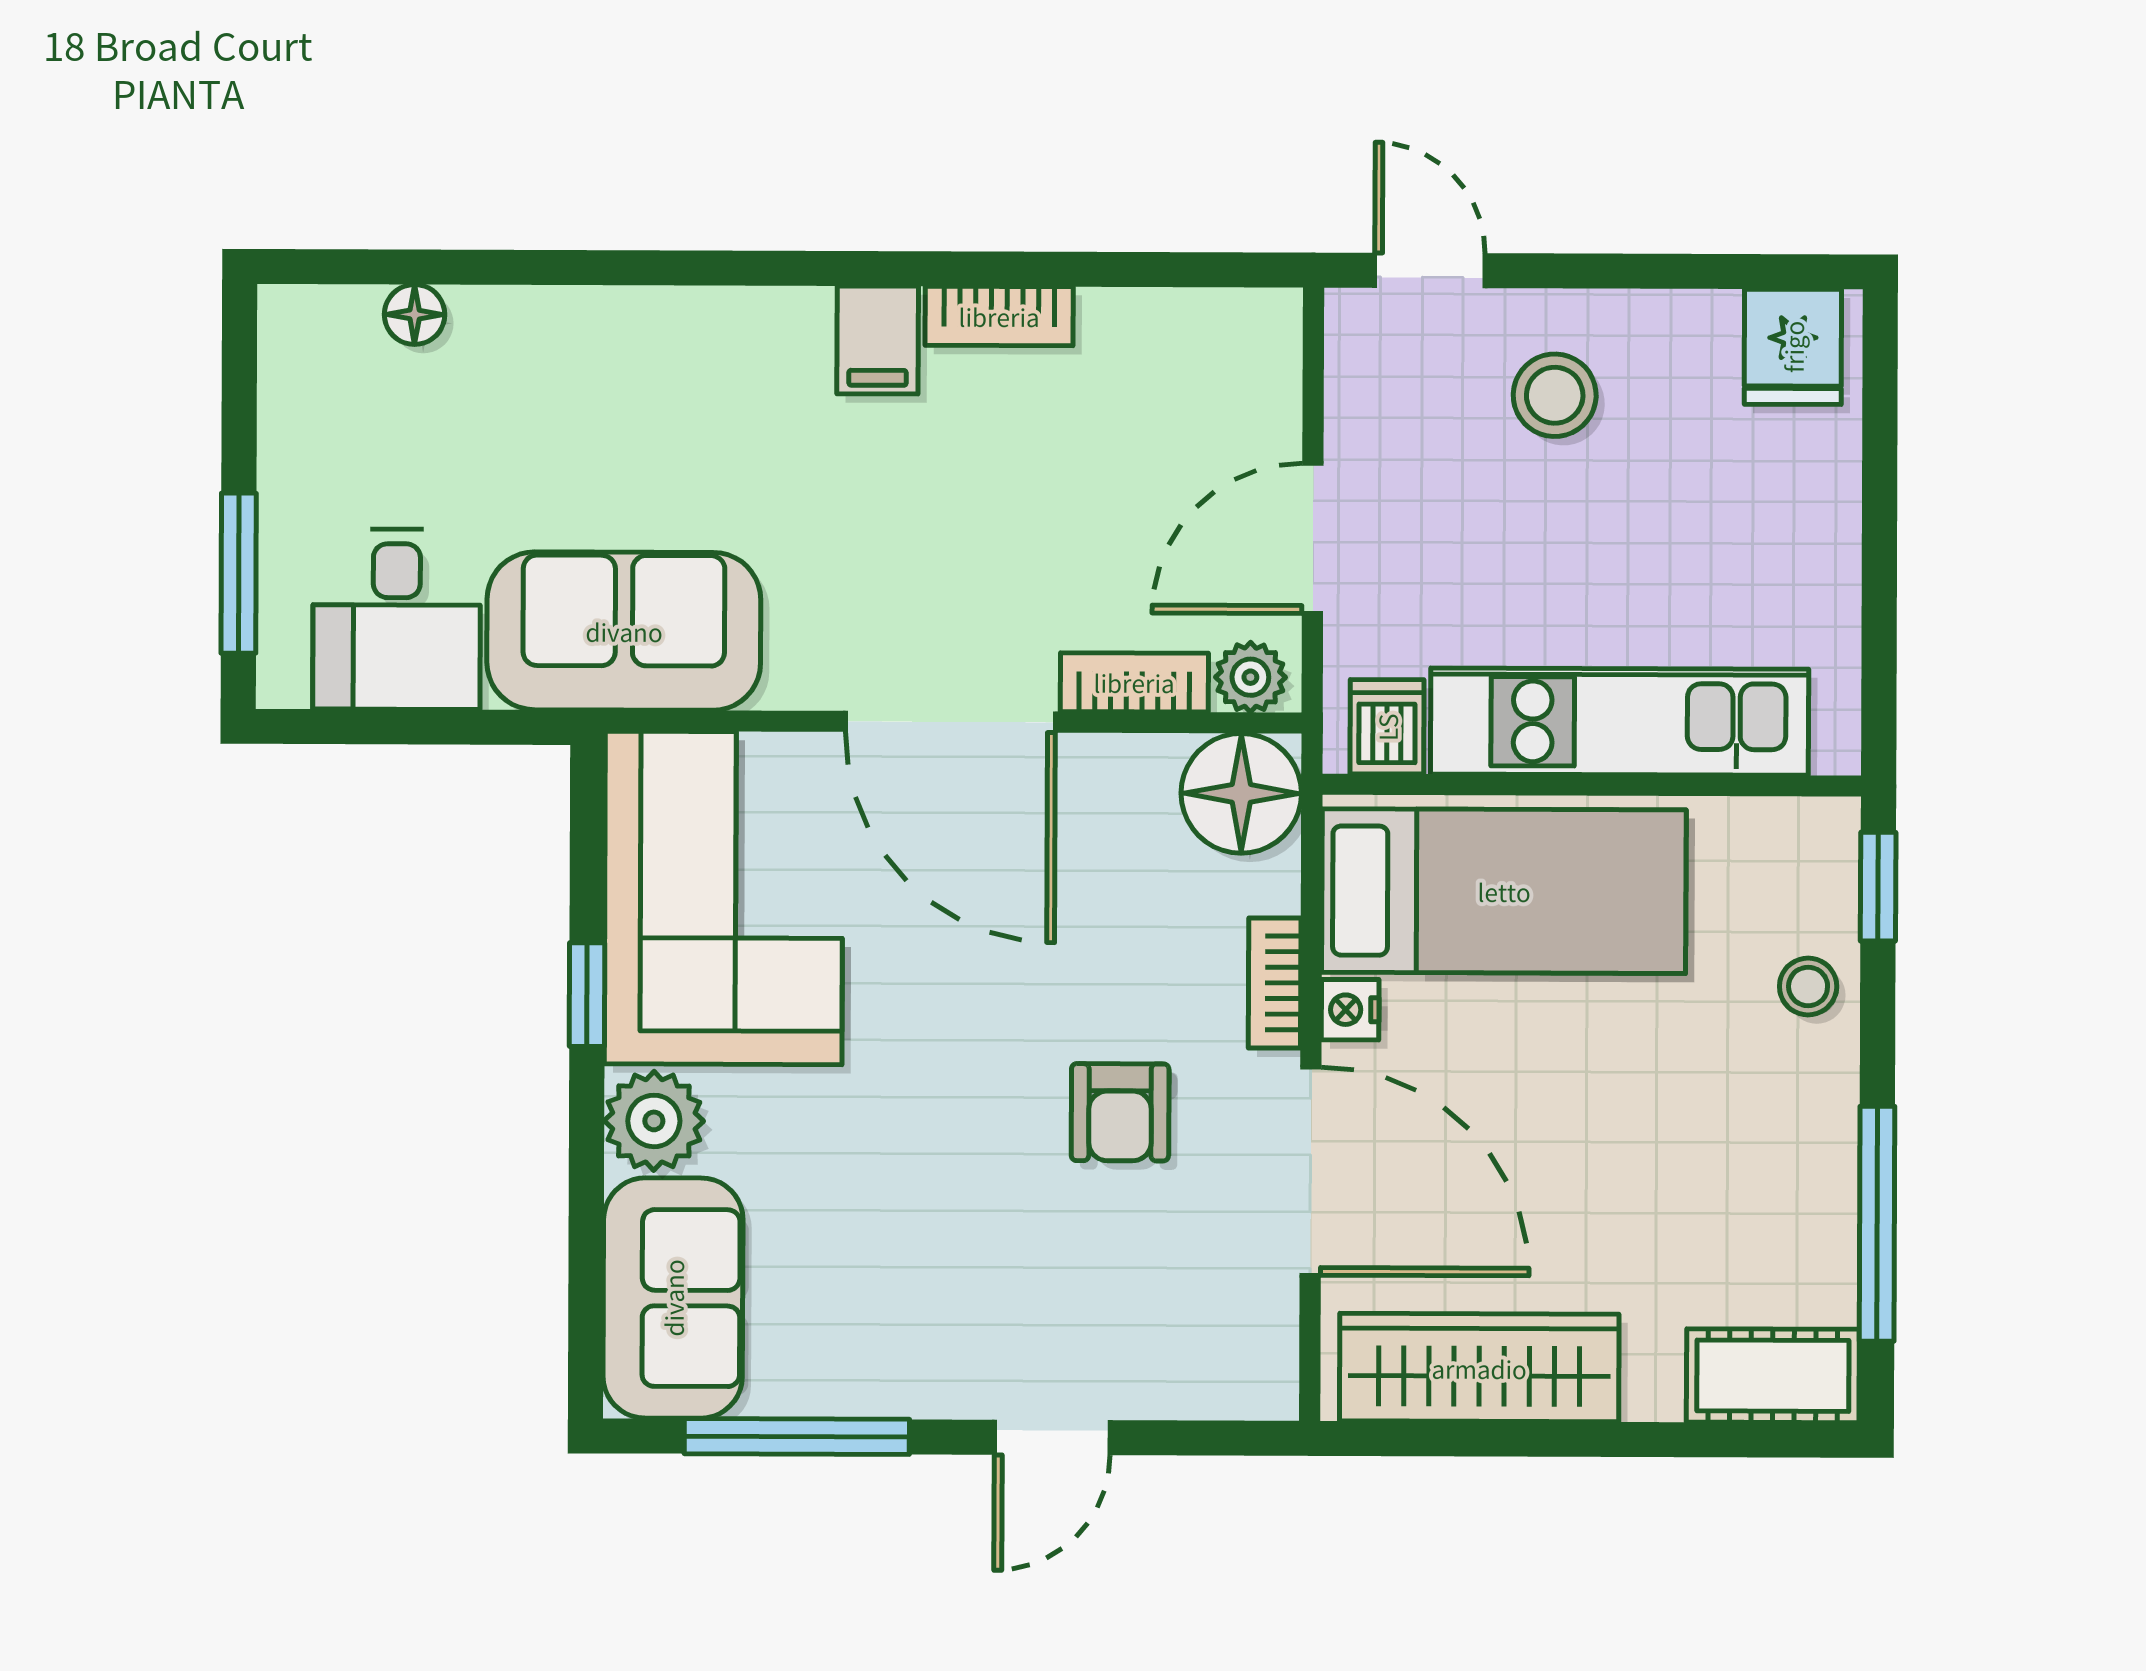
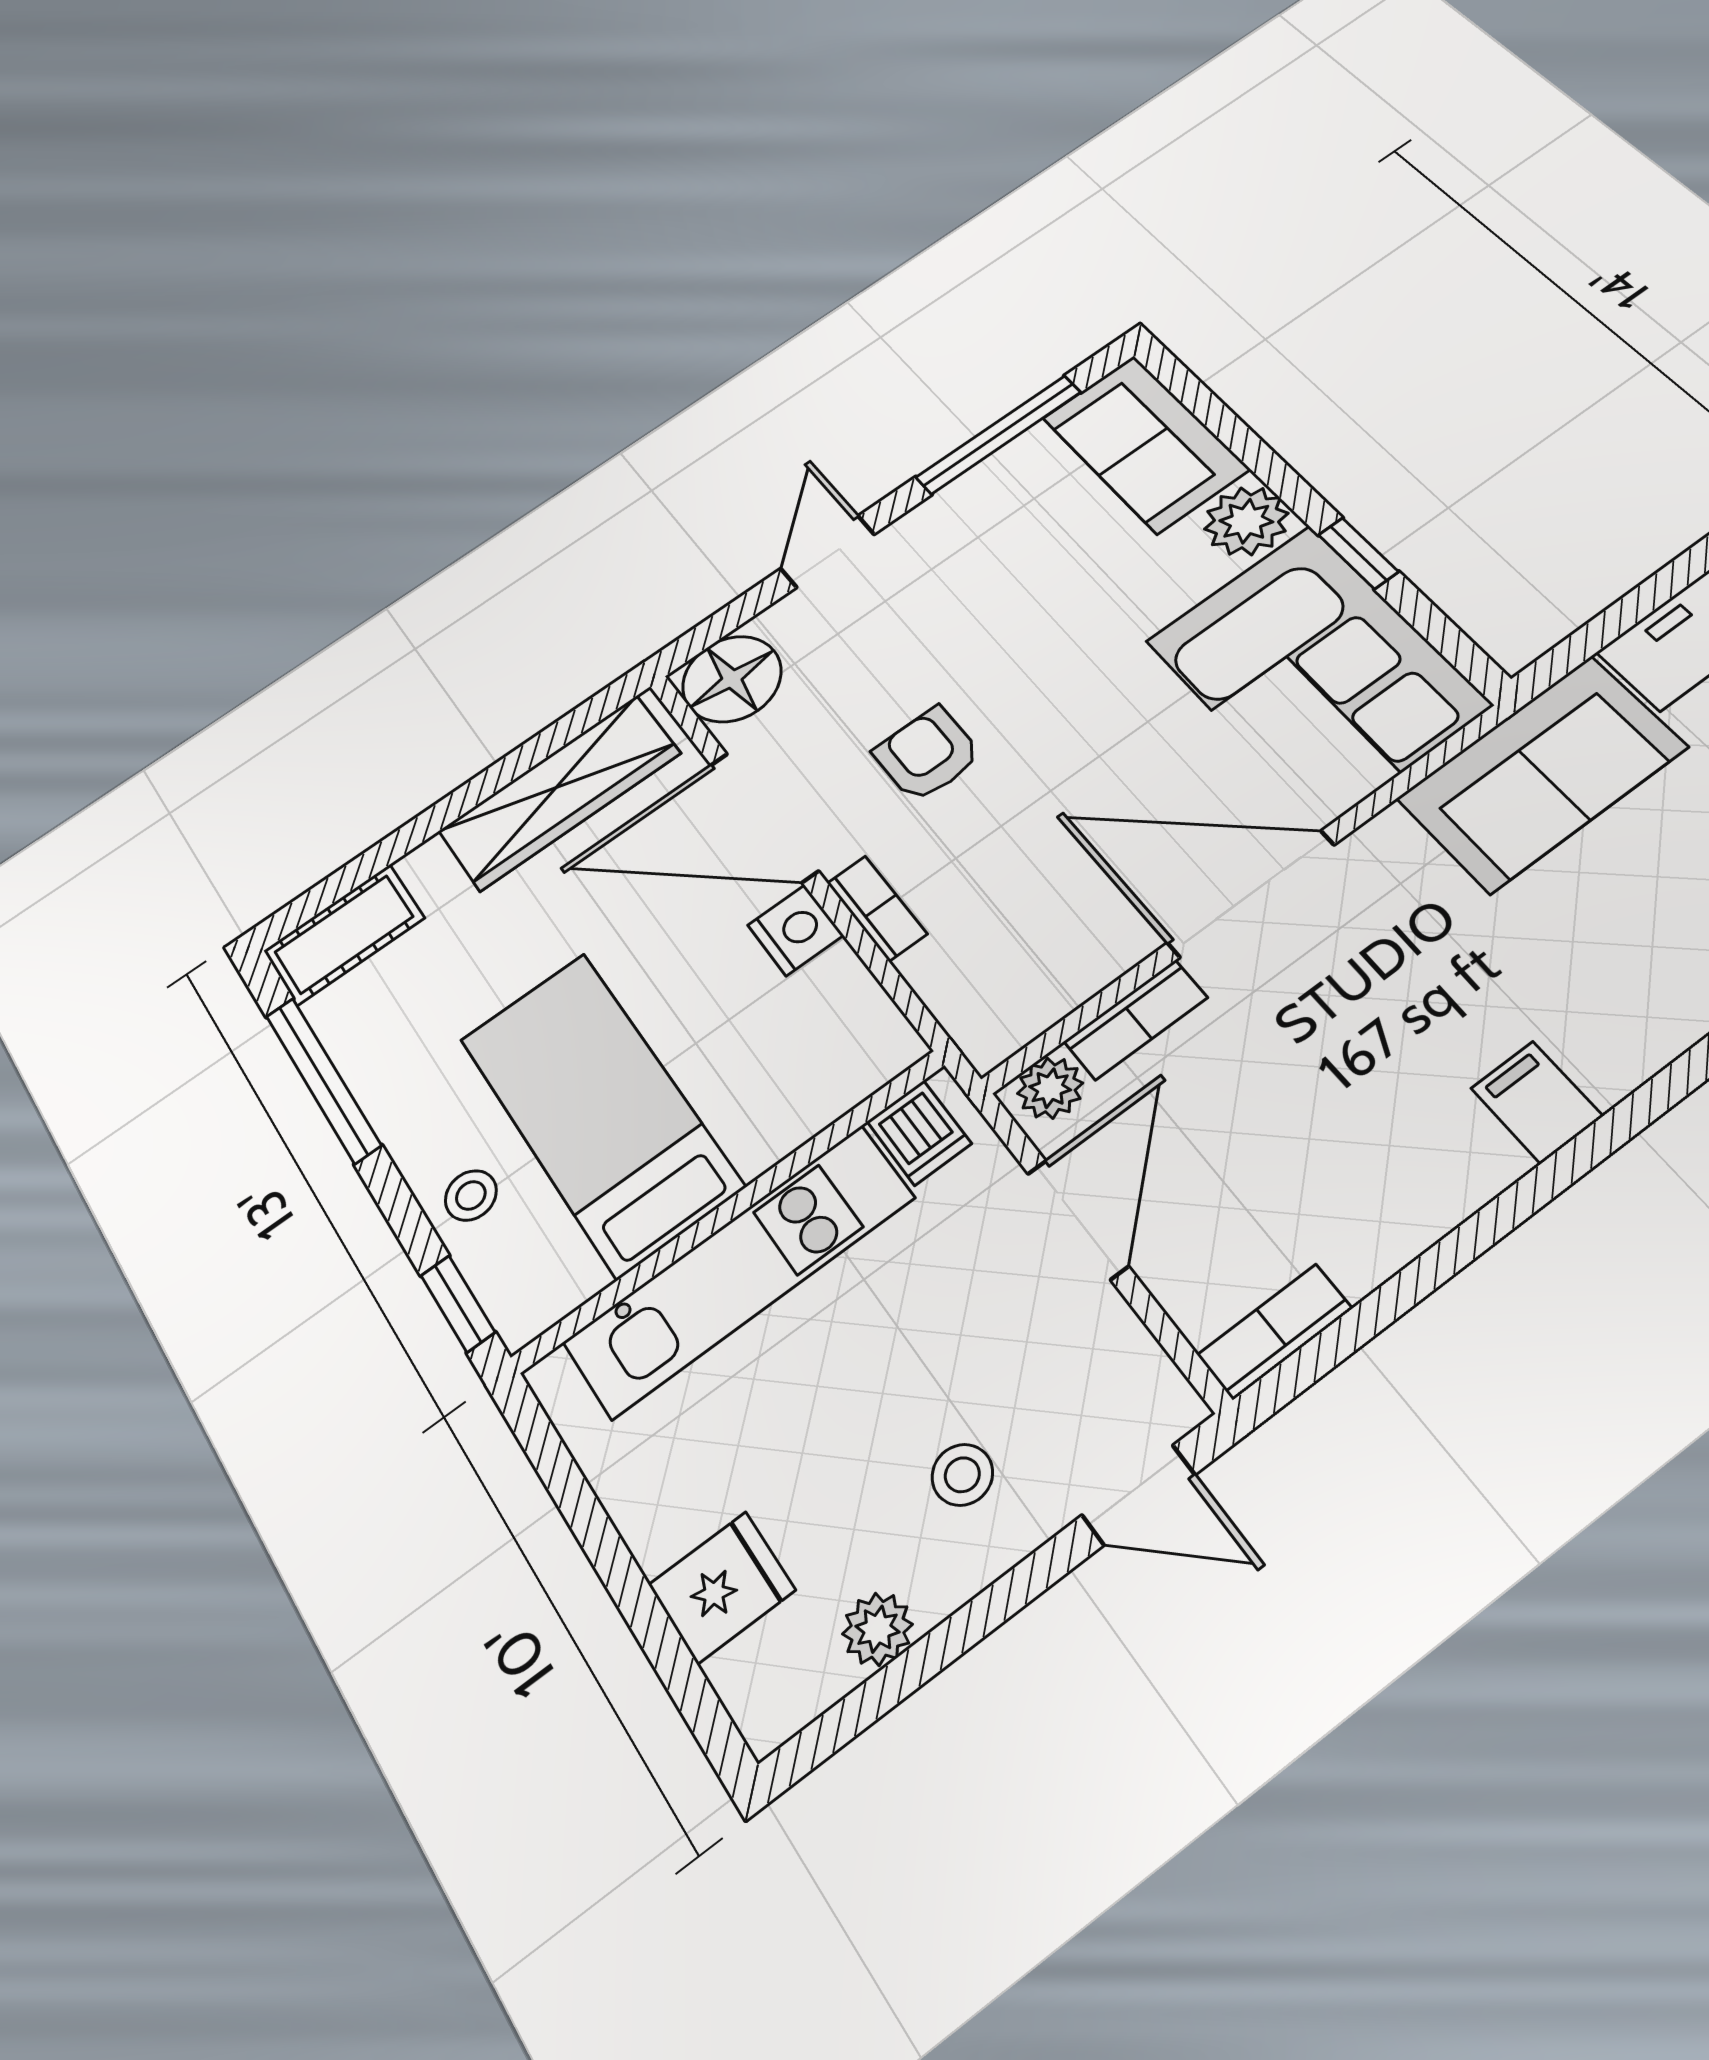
bookcase: (999, 316) -> (1275, 1332), moved
plant: (1703, 323) -> (877, 1629), added
fridge: (1793, 347) -> (722, 1587), moved, turned 90
stool: (1555, 395) -> (962, 1475), width x0.73, depth x0.73
floor lamp: (1241, 793) -> (732, 679), moved
bed: (1504, 891) -> (600, 1112), moved, turned 90
nightstand: (1350, 1010) -> (796, 930), width x1.39, depth x1.35

